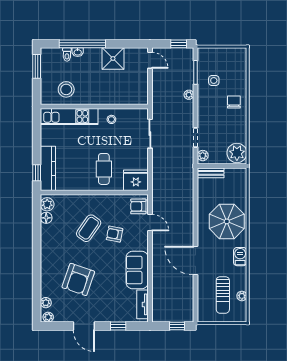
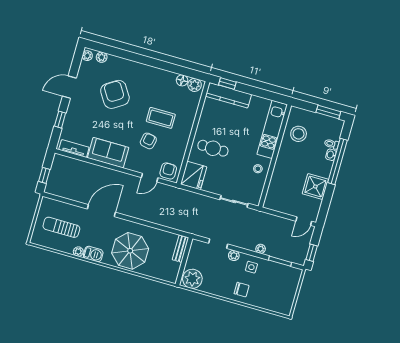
side table: (214, 80) -> (251, 267), moved
plant: (203, 156) -> (234, 255), moved
coffee table: (89, 228) -> (161, 118), turned -35
armchair: (78, 279) -> (115, 94), turned 38
plant: (242, 296) -> (78, 252), moved

